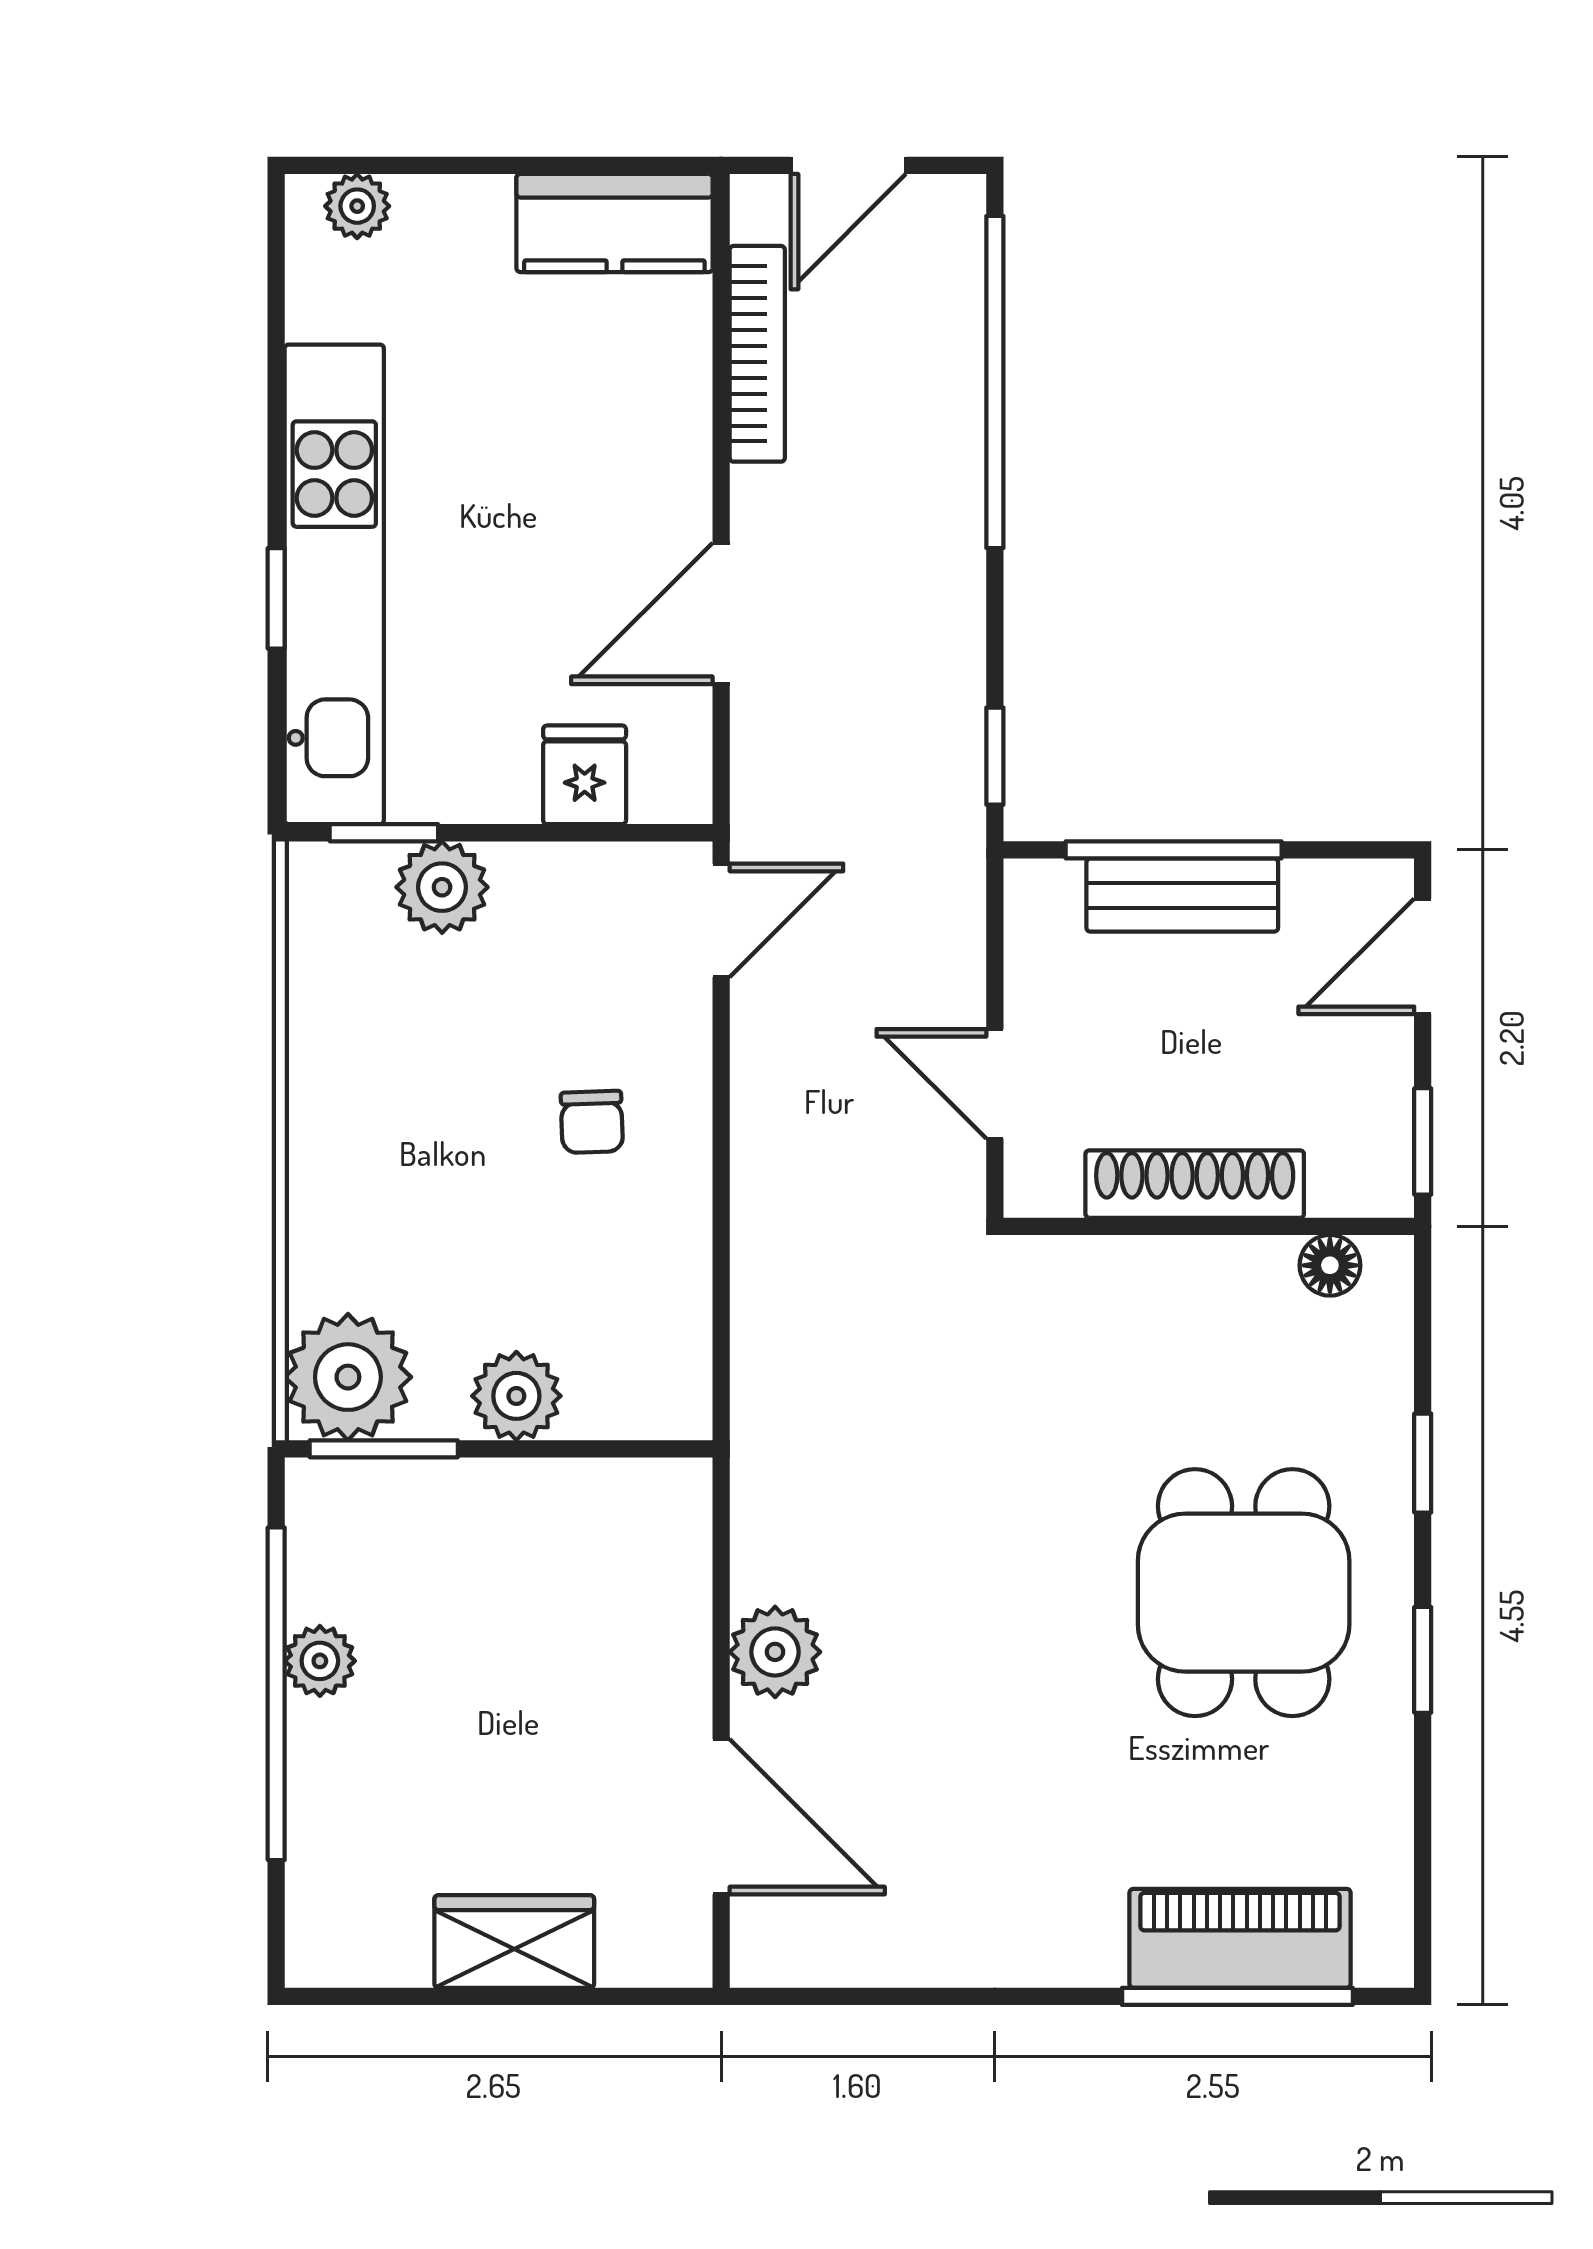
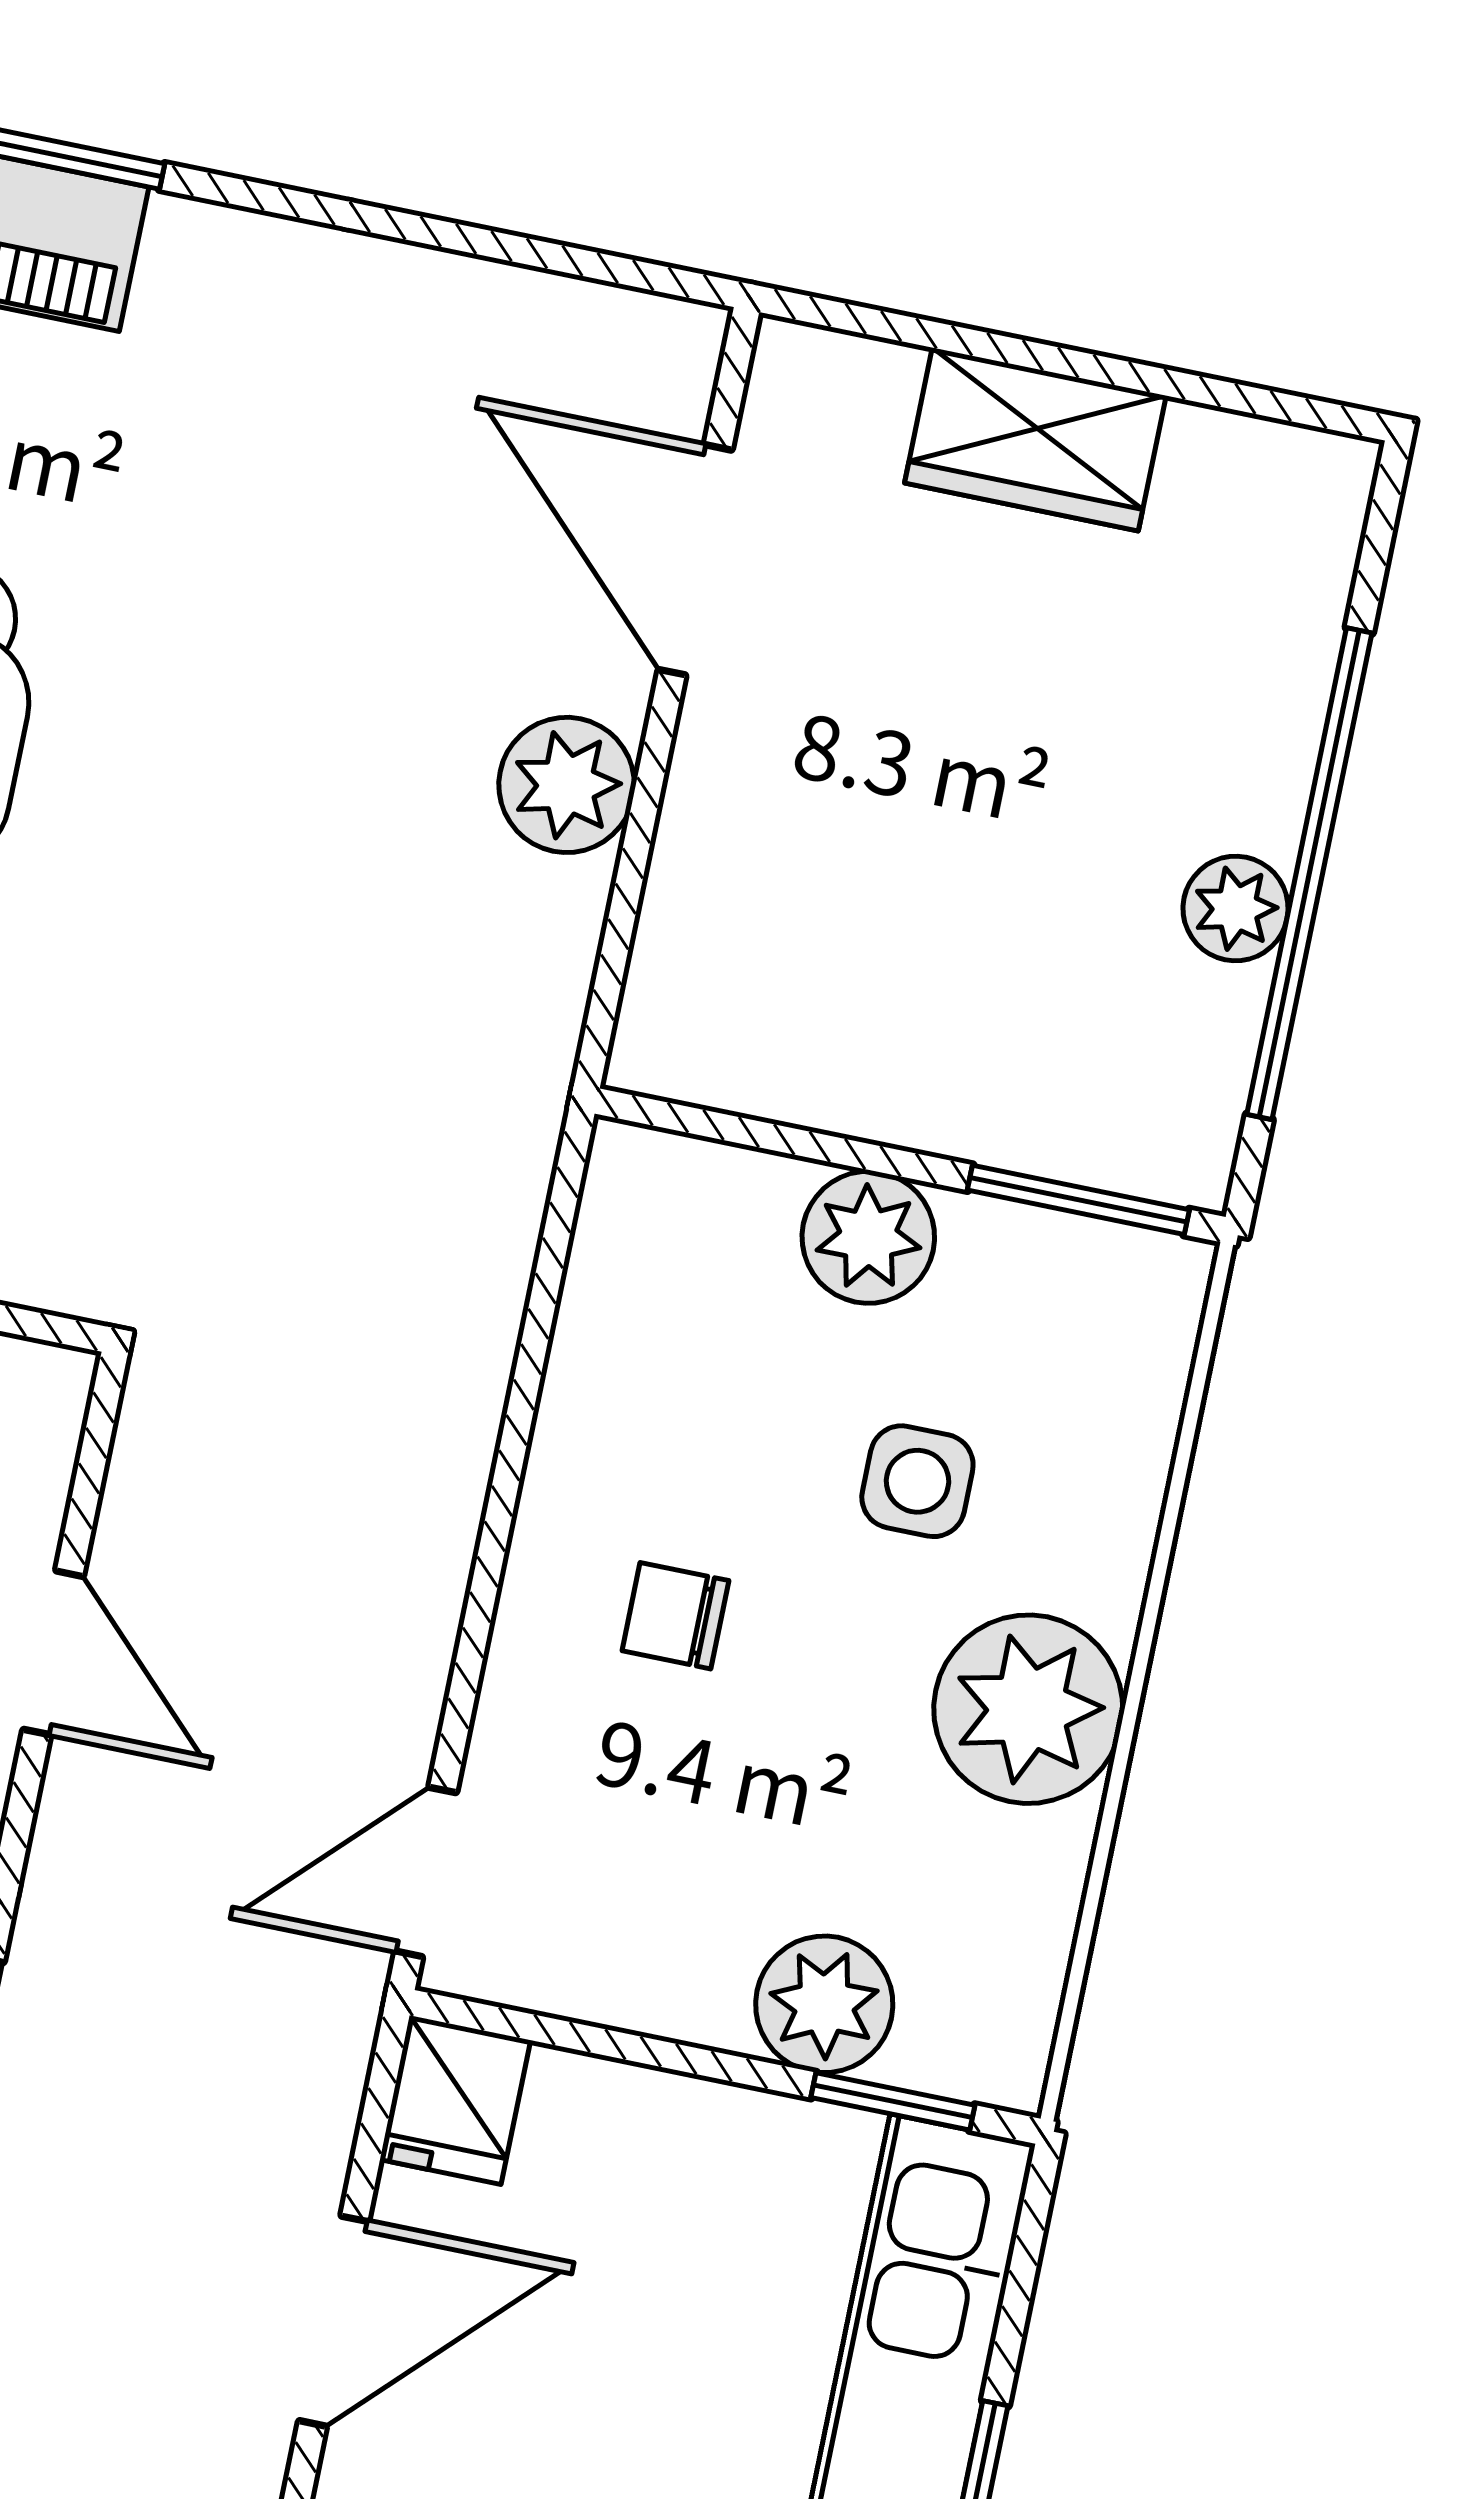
fridge: (585, 775) -> (455, 2100), moved
door: (995, 1084) -> (53, 1653), moved
chair: (592, 1122) -> (675, 1616), turned -88
side table: (451, 1243) -> (917, 1481), added
plant: (348, 1377) -> (1028, 1709), moved

